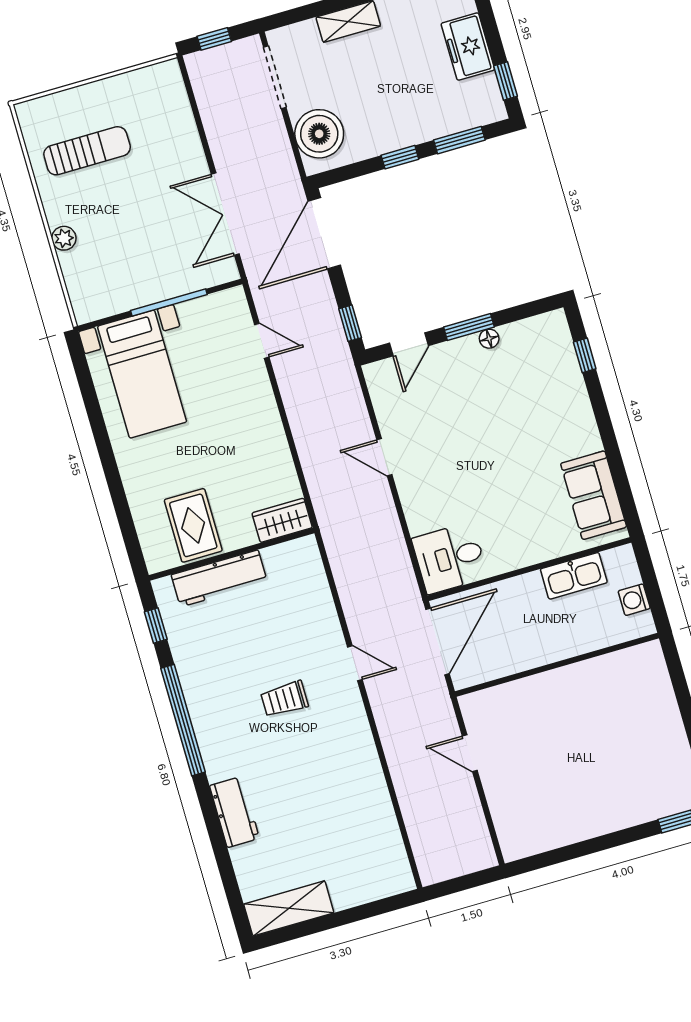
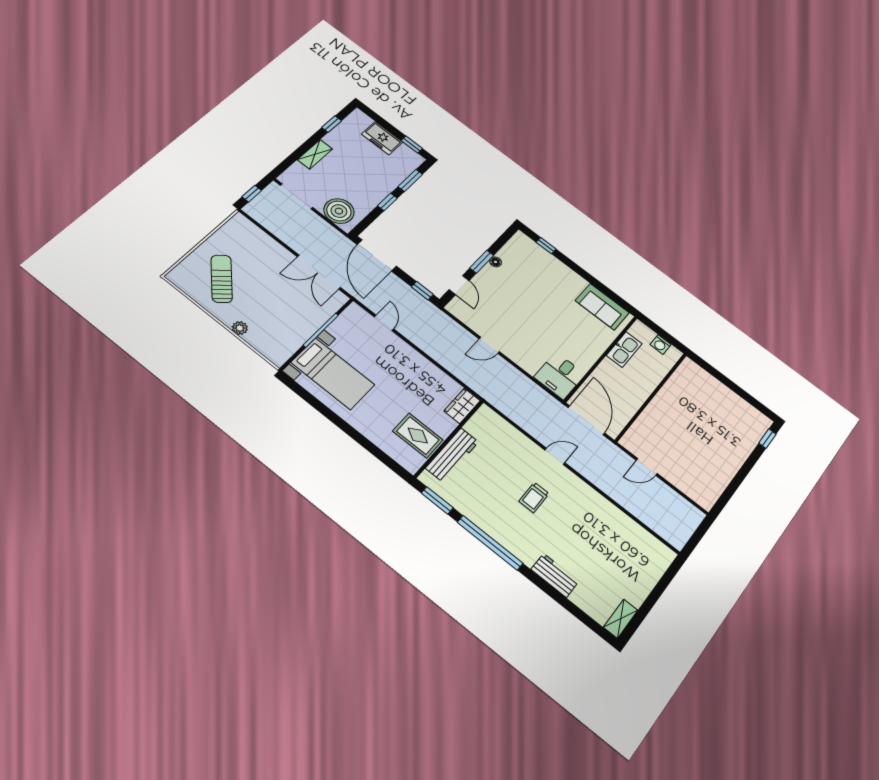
sun lounger: (87, 151) -> (222, 279), turned -43
door: (262, 341) -> (384, 323), hinge flipped
window: (156, 626) -> (437, 500), width x1.50
shelving: (289, 908) -> (621, 619), width x0.67, depth x0.75

